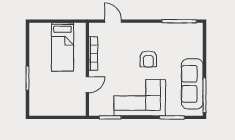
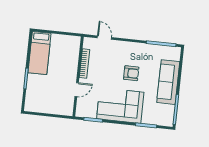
bed: (63, 47) -> (40, 53), moved
armchair: (148, 59) -> (131, 73), turned -90
sofa: (192, 84) -> (168, 82), moved

